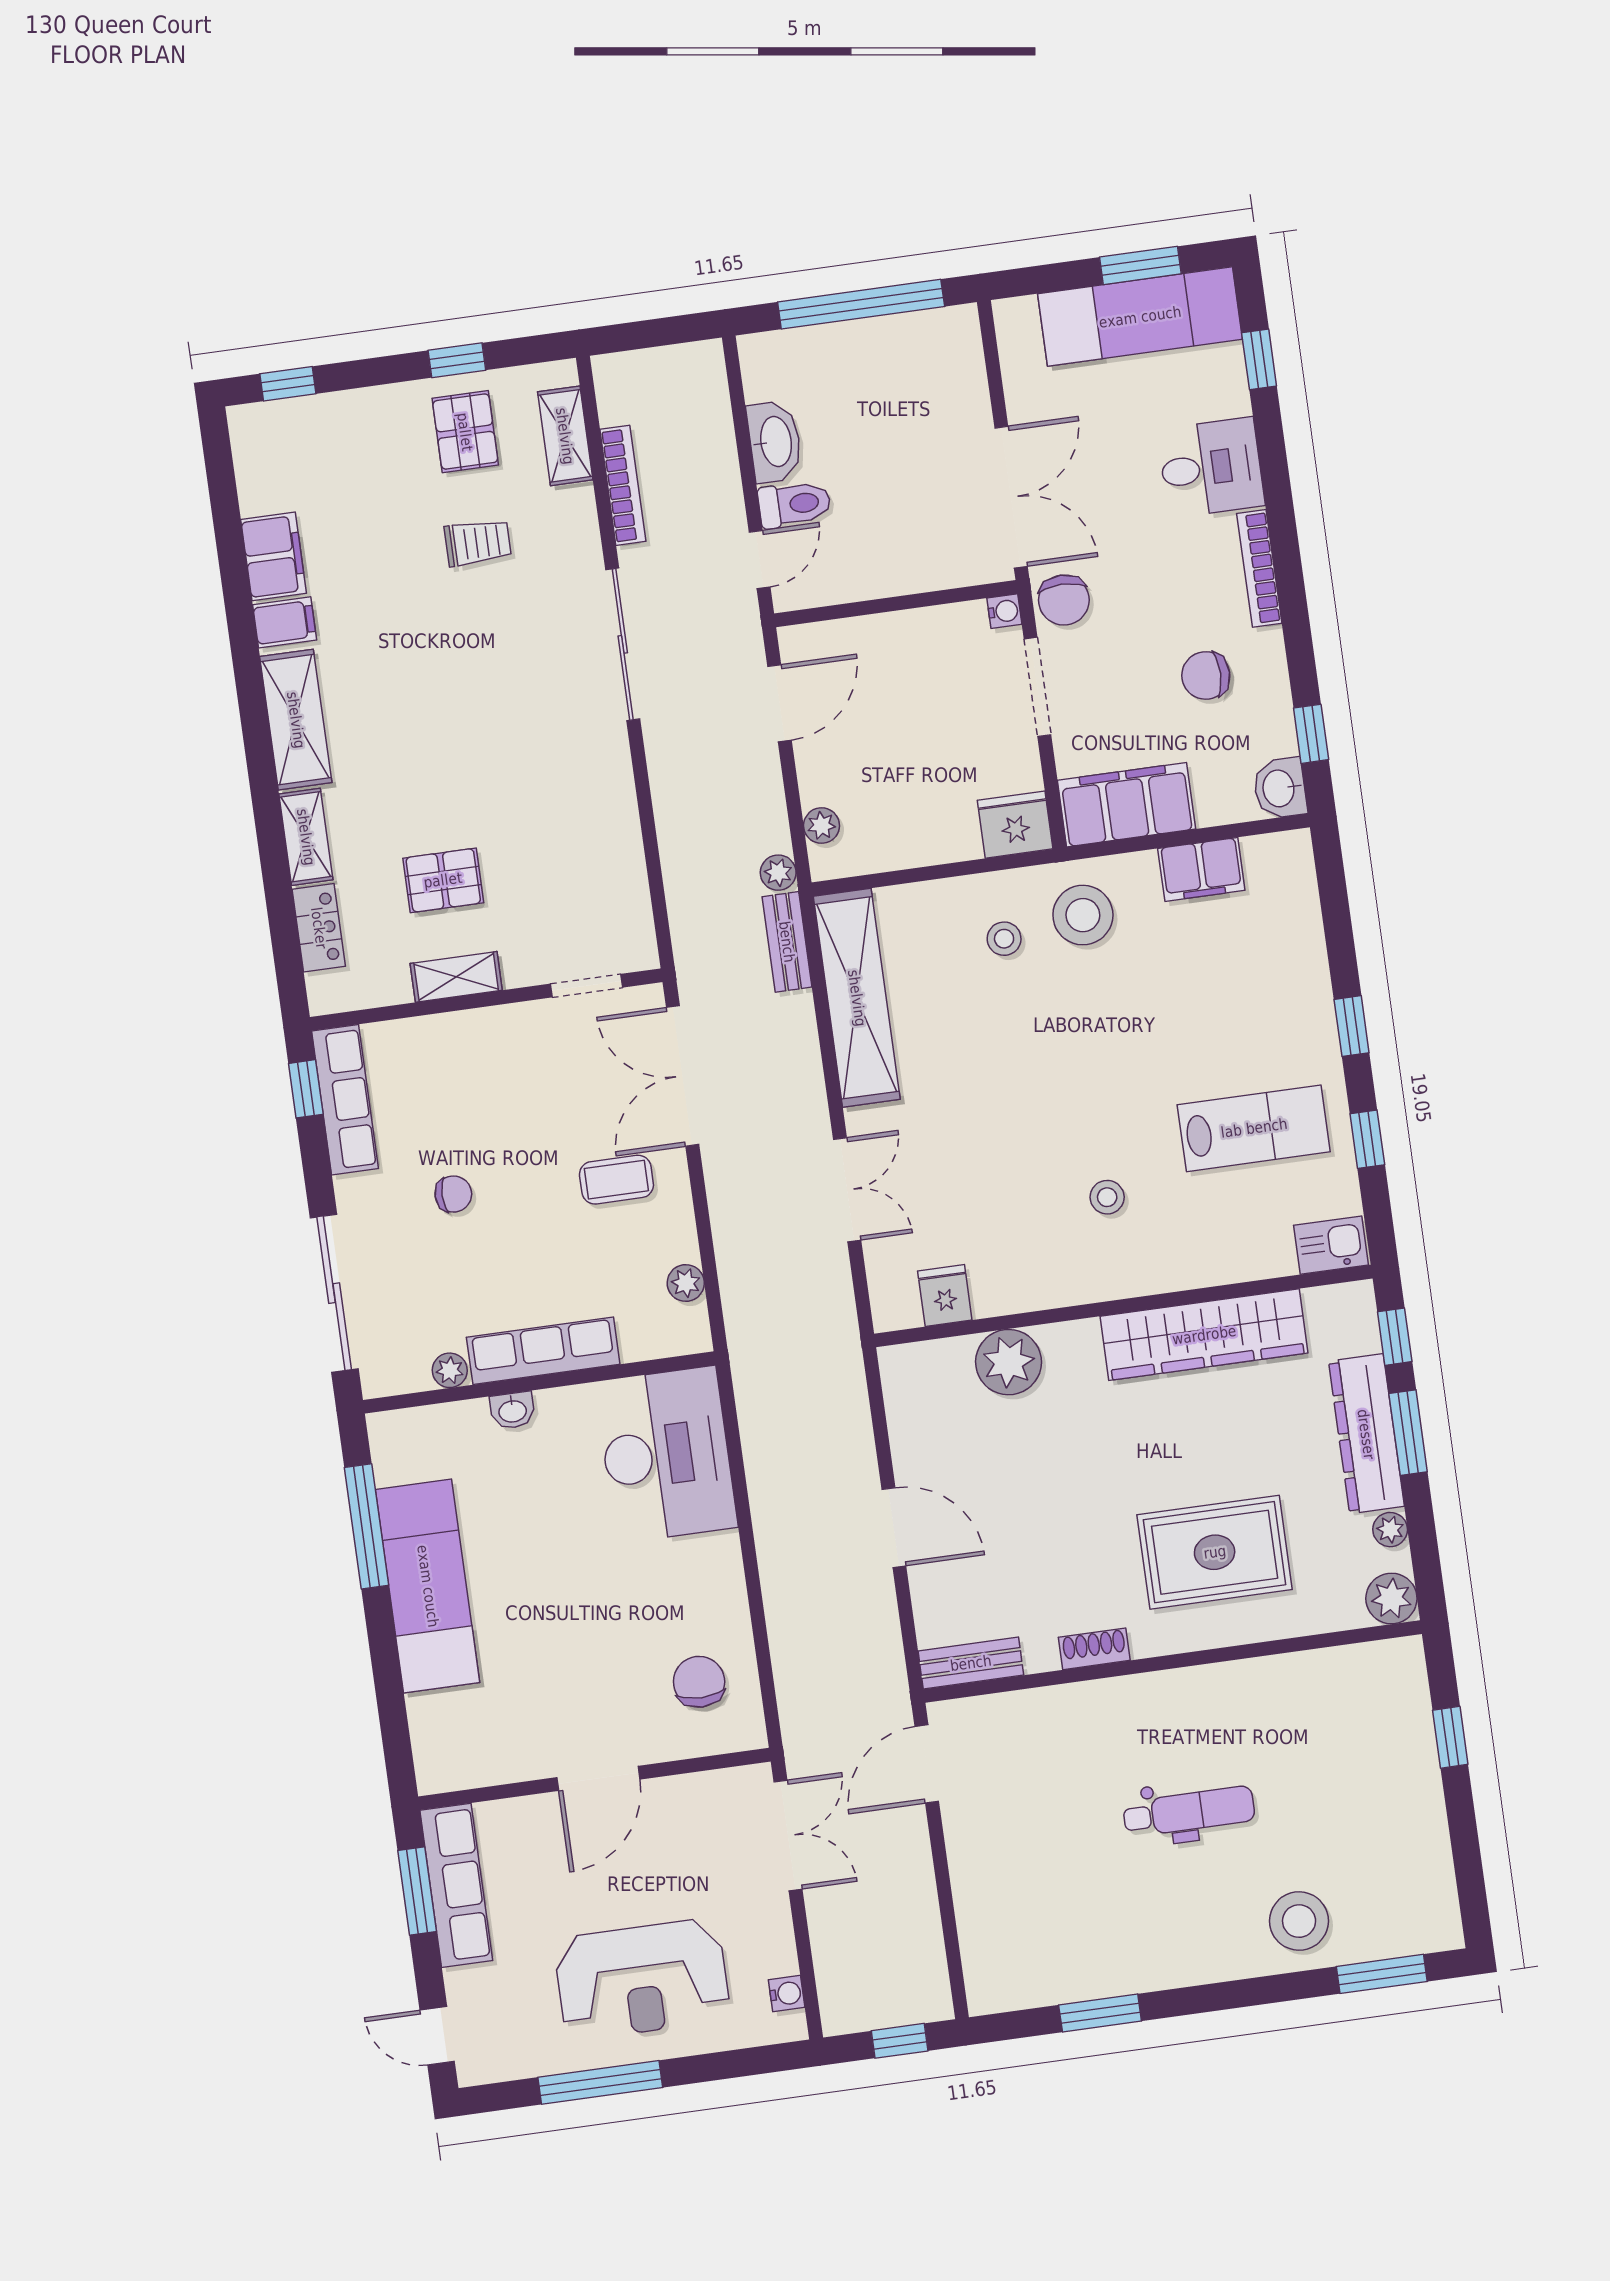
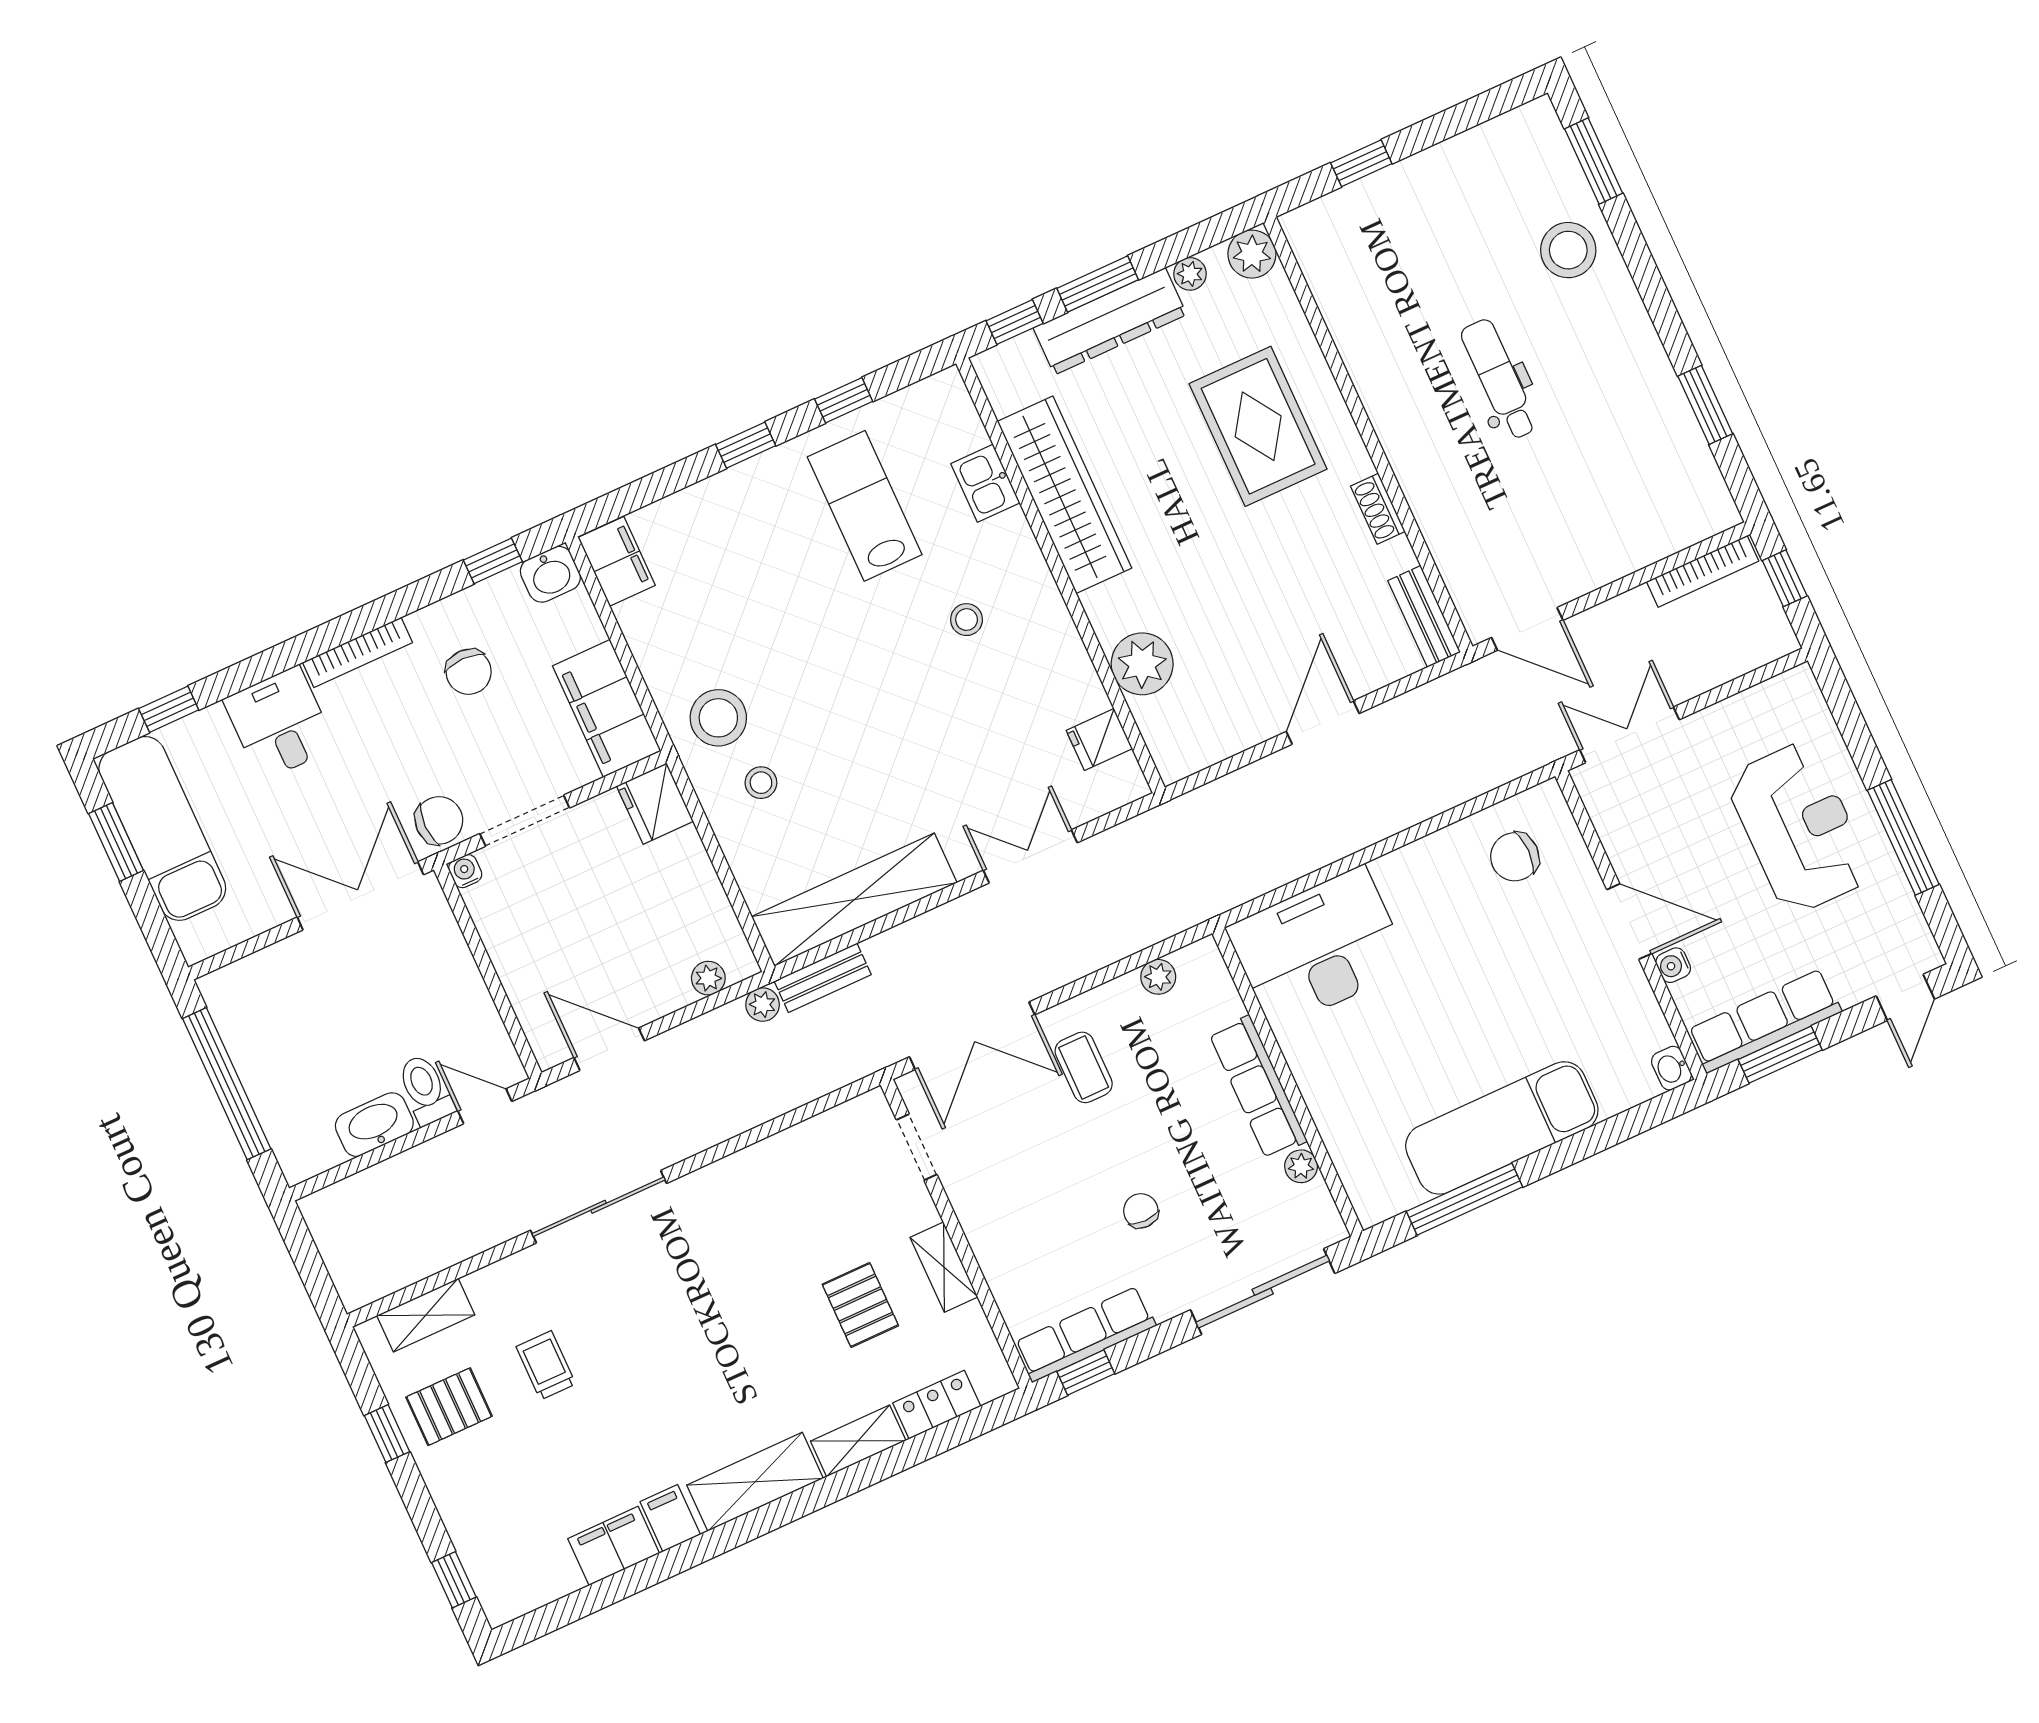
bookcase: (623, 485) -> (1703, 571), moved, turned 180
filing cabinet: (1201, 869) -> (617, 561), moved
kitchen sink: (1331, 1245) -> (985, 483), moved
washbasin: (512, 1410) -> (1671, 1068), moved, turned 180
water cooler: (787, 1993) -> (1673, 965), moved, turned -90

